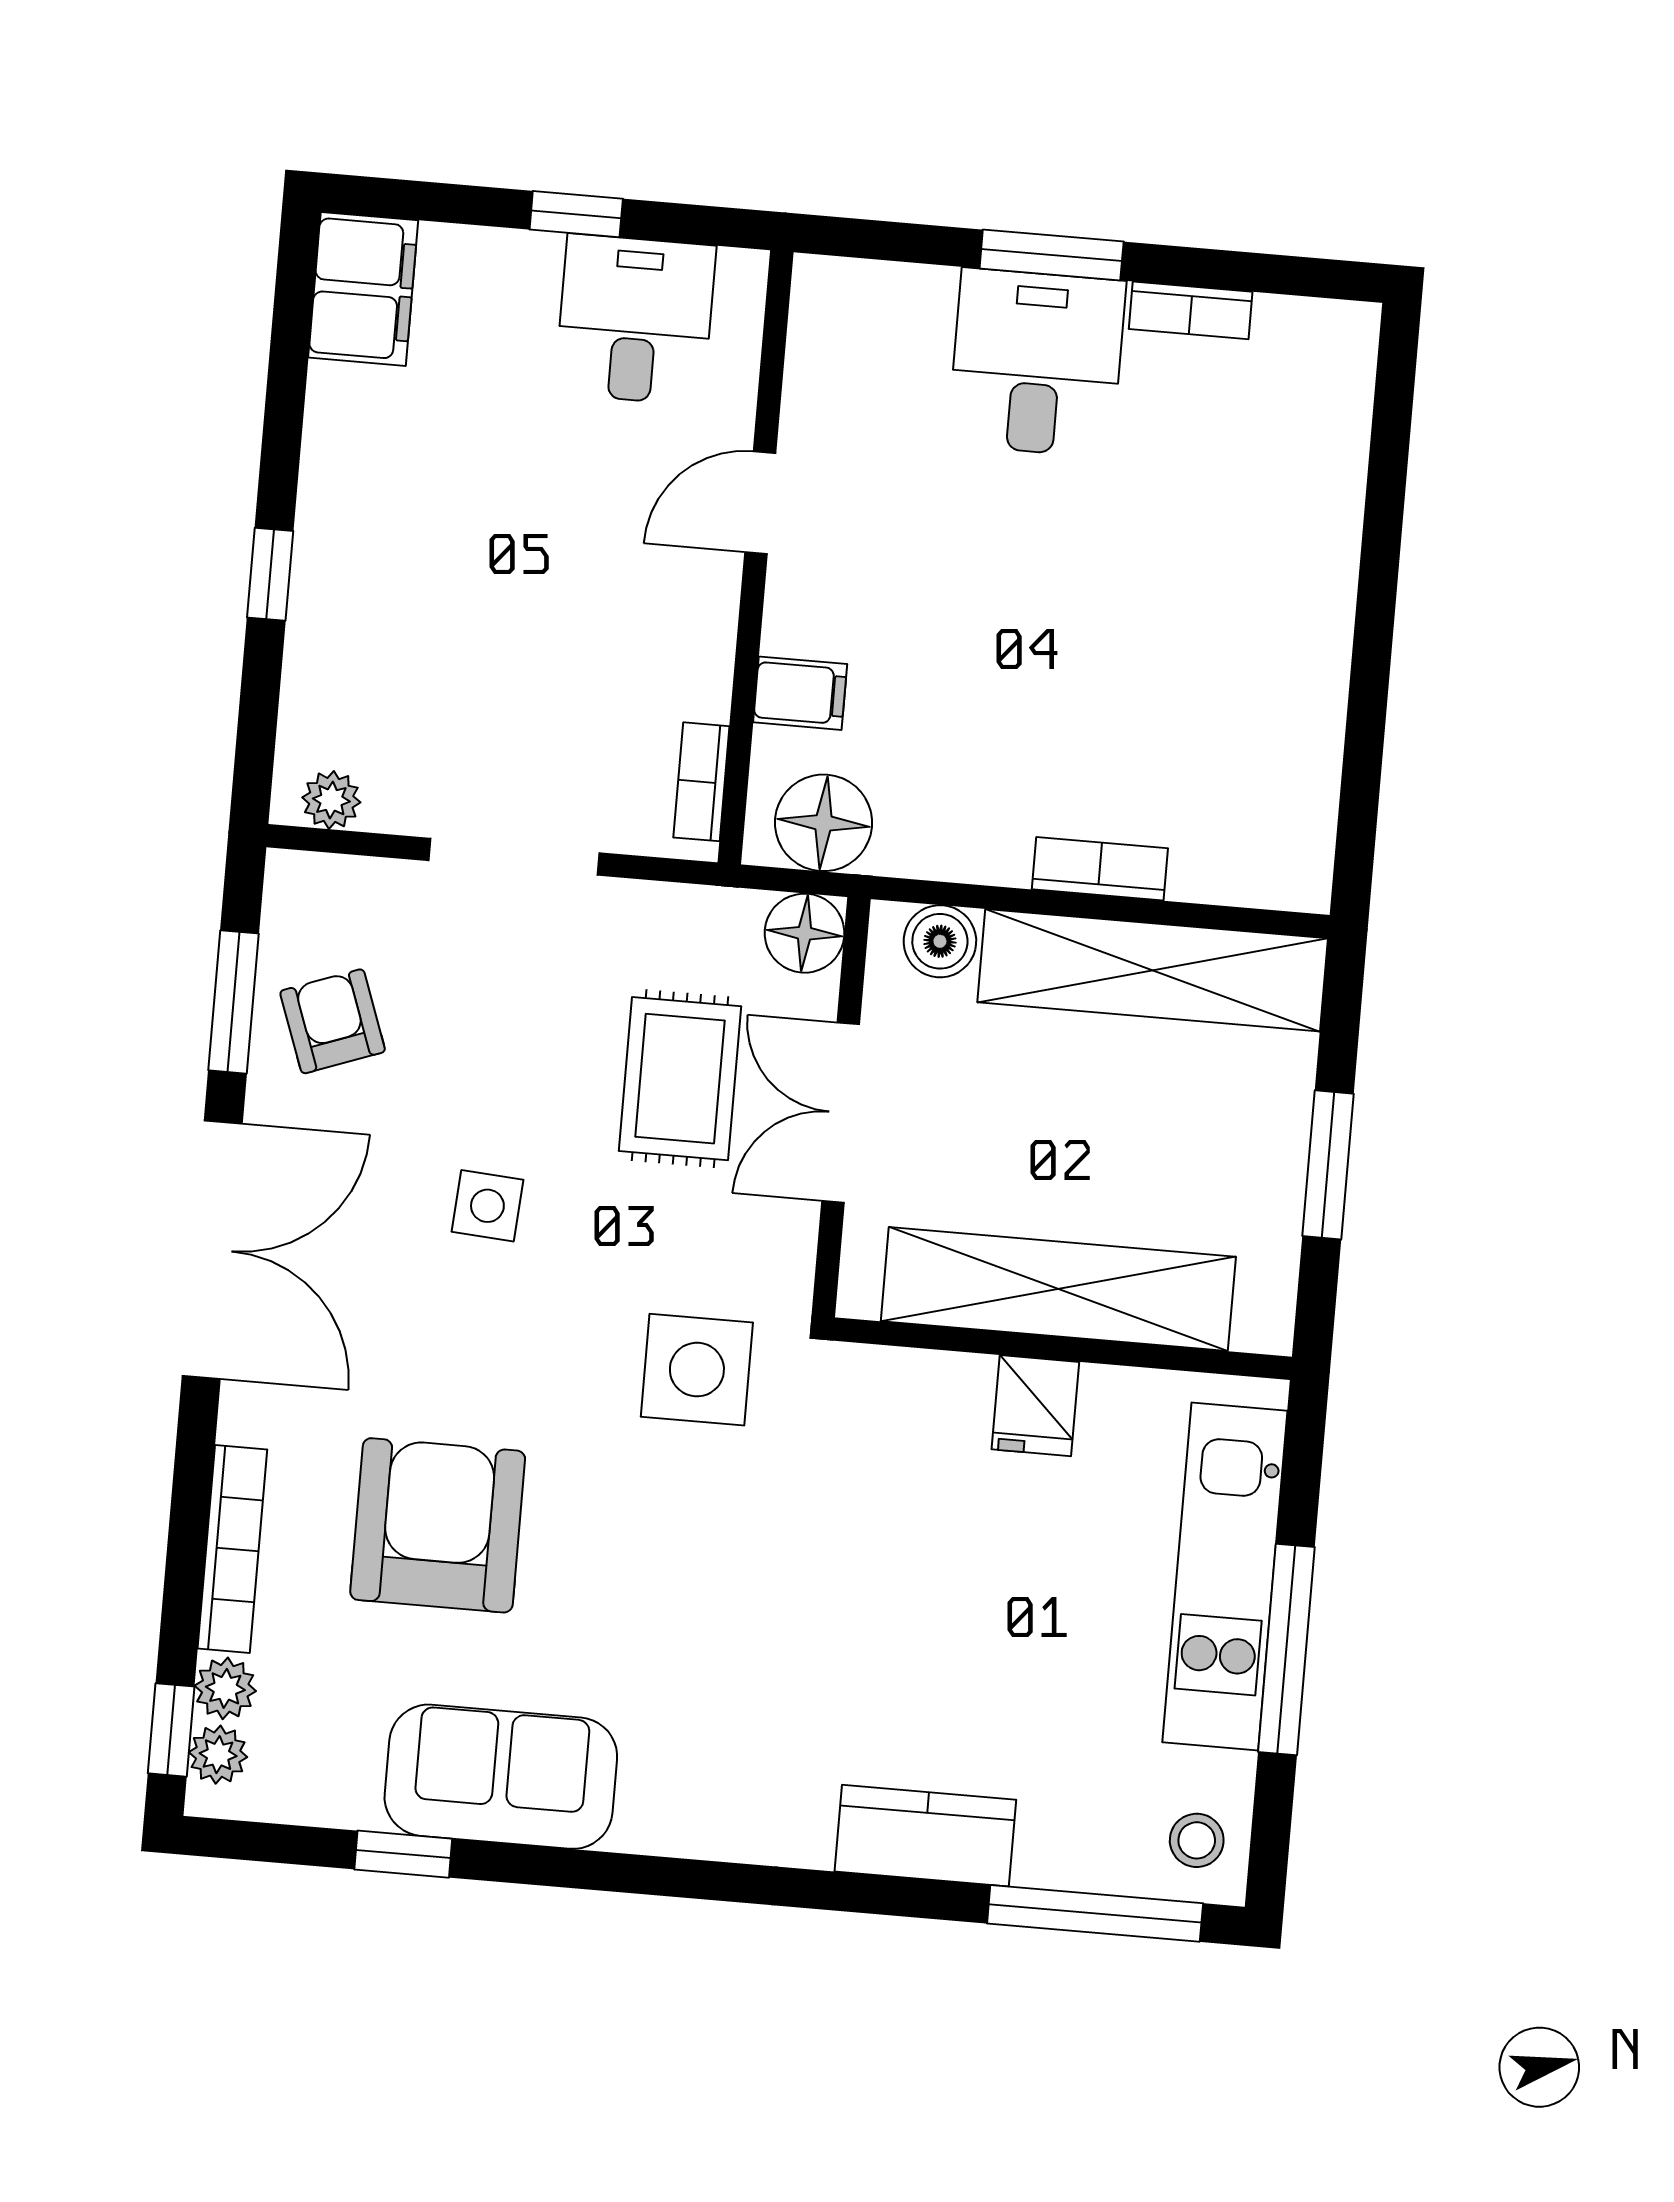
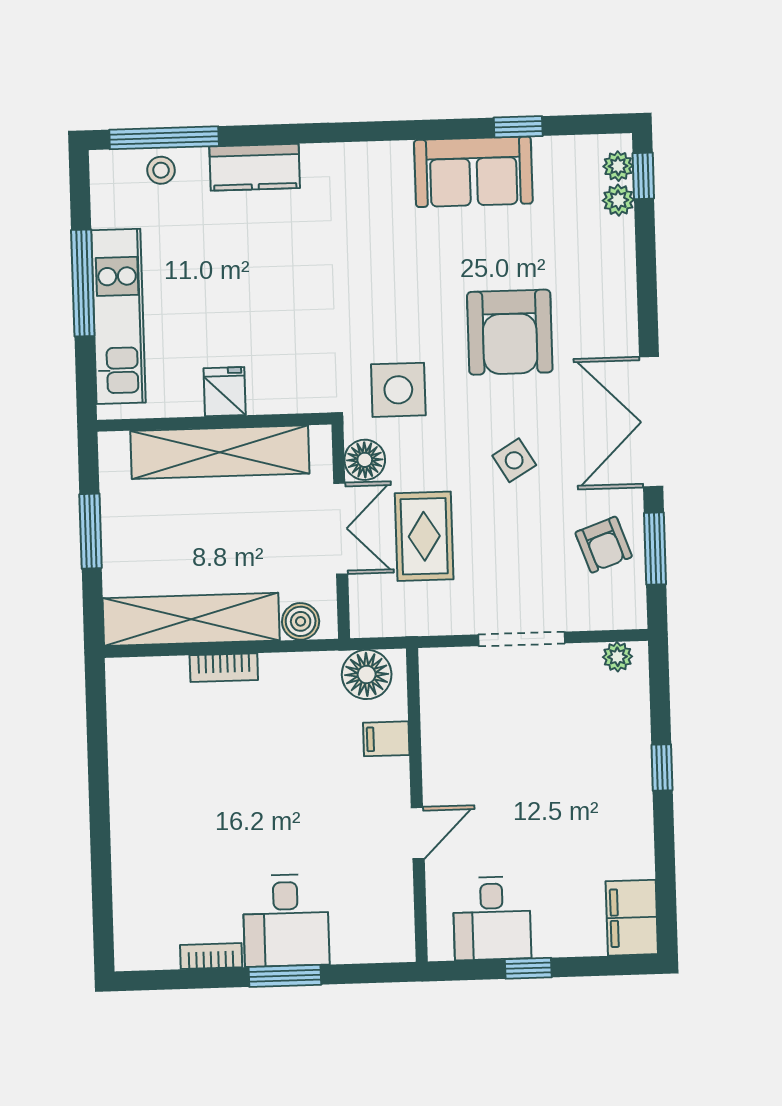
bookcase: (701, 782) -> (431, 688), removed
floor lamp: (805, 933) -> (365, 460), moved
side table: (487, 1206) -> (514, 460), turned -35
armchair: (438, 1525) -> (510, 332), moved
bookcase: (232, 1549) -> (623, 271), removed
stool: (1197, 1840) -> (161, 170), moved

